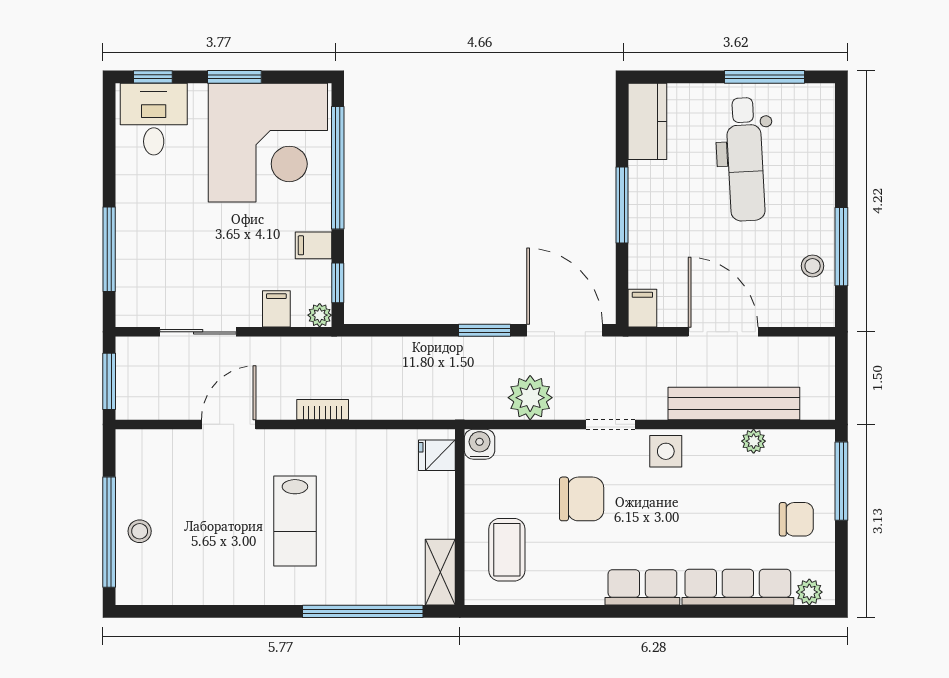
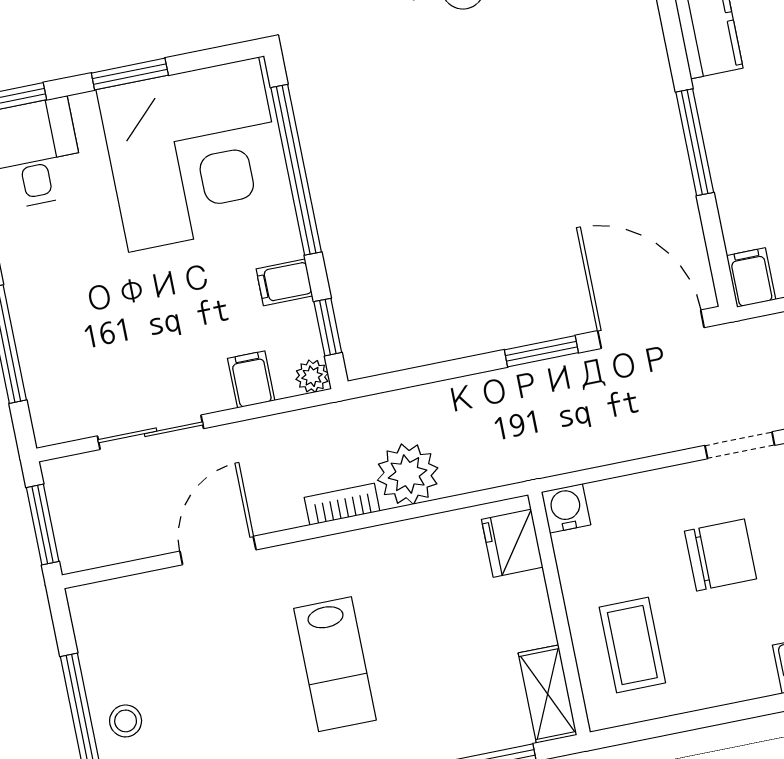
plant: (530, 398) -> (408, 474), moved
fridge: (437, 455) -> (512, 543), width x1.38

